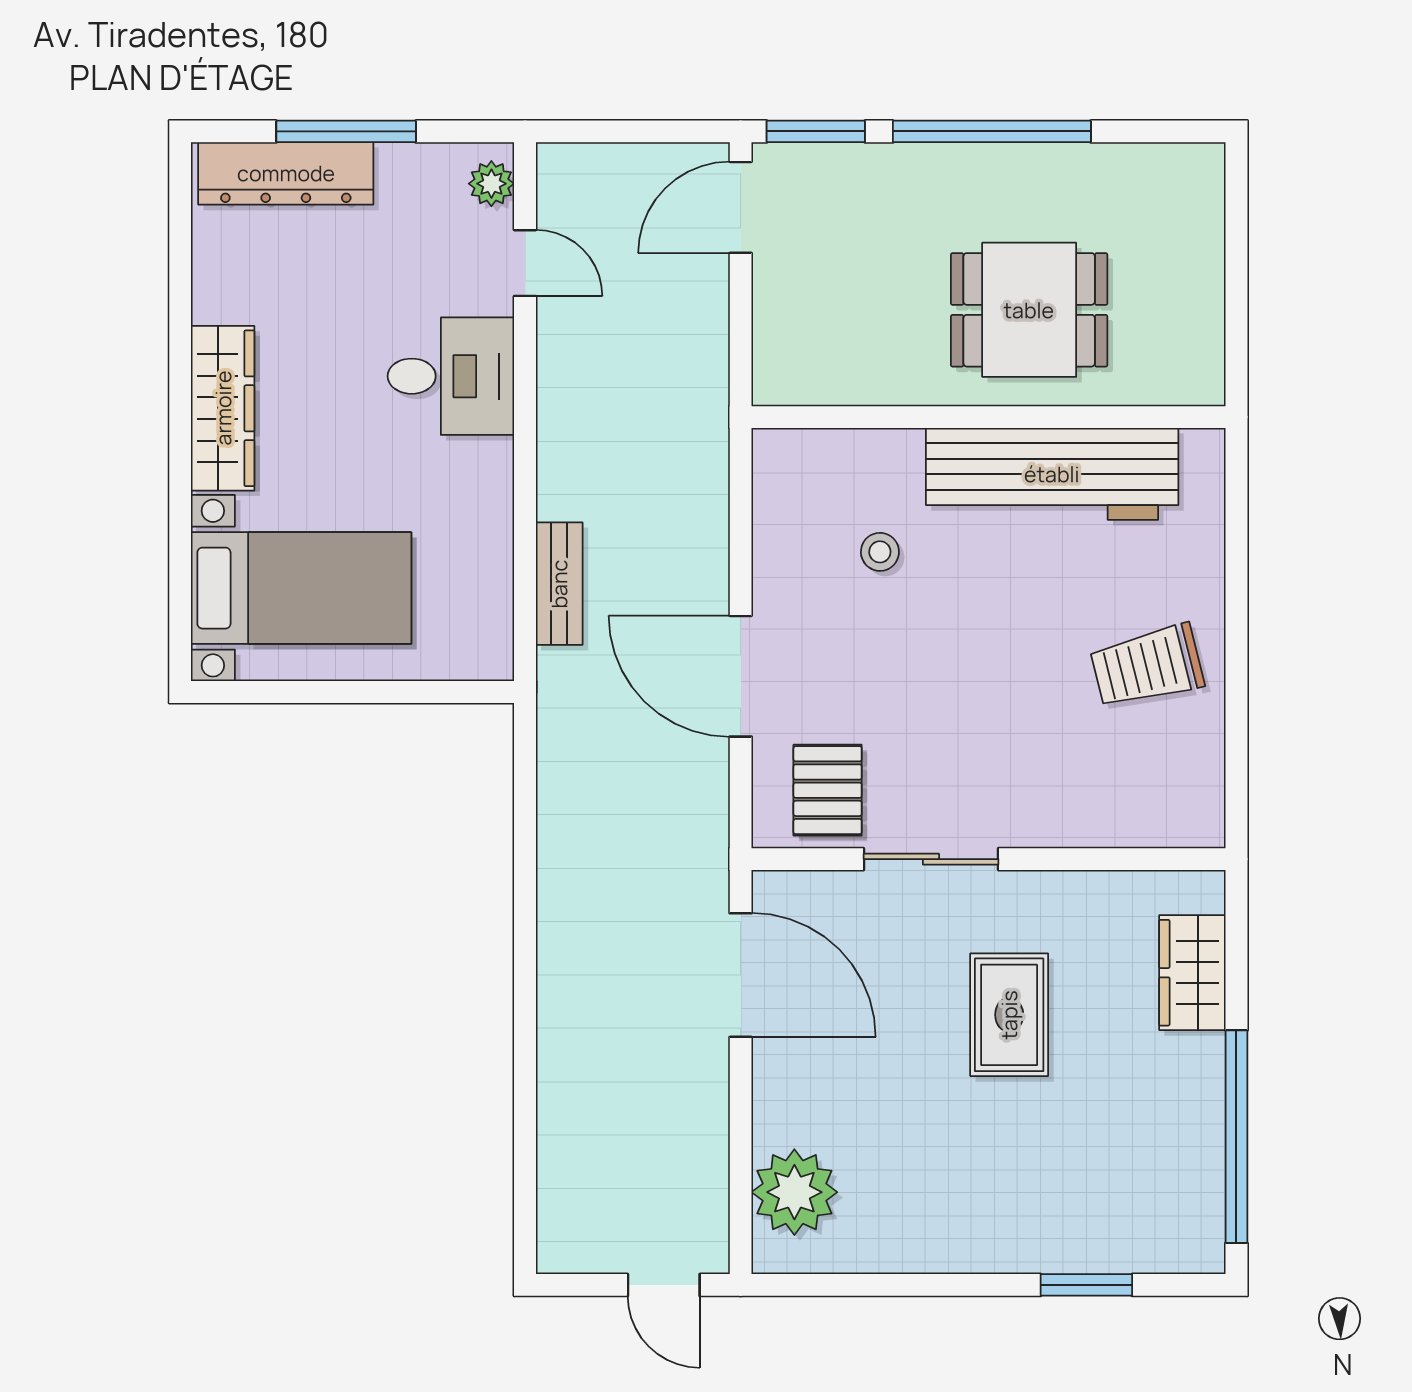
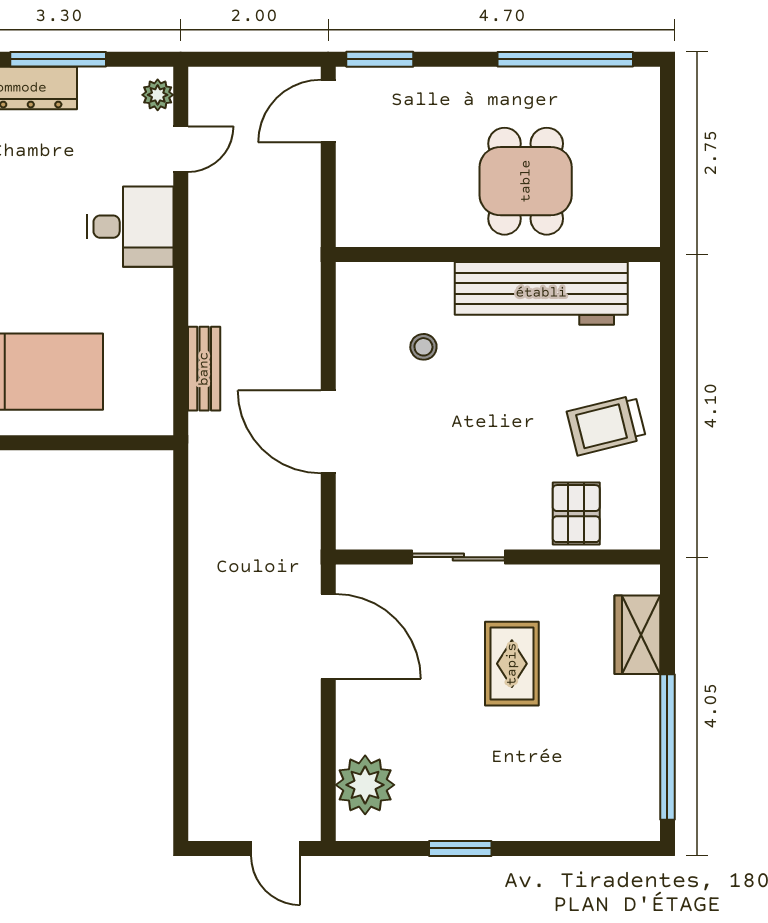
window: (992, 131) -> (565, 59), moved
door: (525, 263) -> (181, 149), hinge flipped
dining table: (1029, 310) -> (526, 181), turned 90
pallet: (828, 790) -> (576, 514), moved
window: (1086, 1285) -> (460, 848), moved

